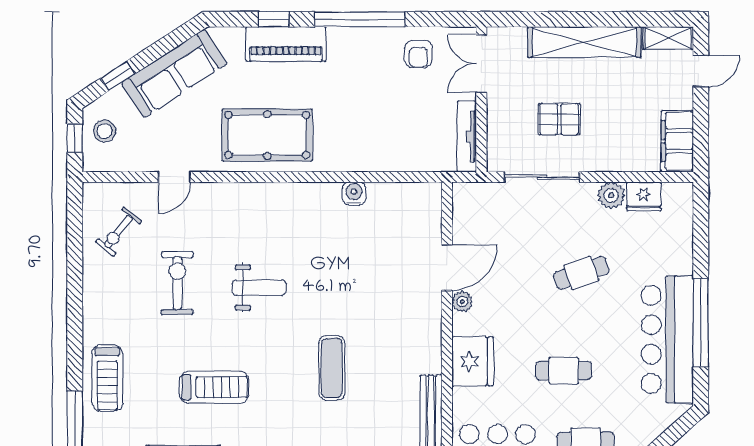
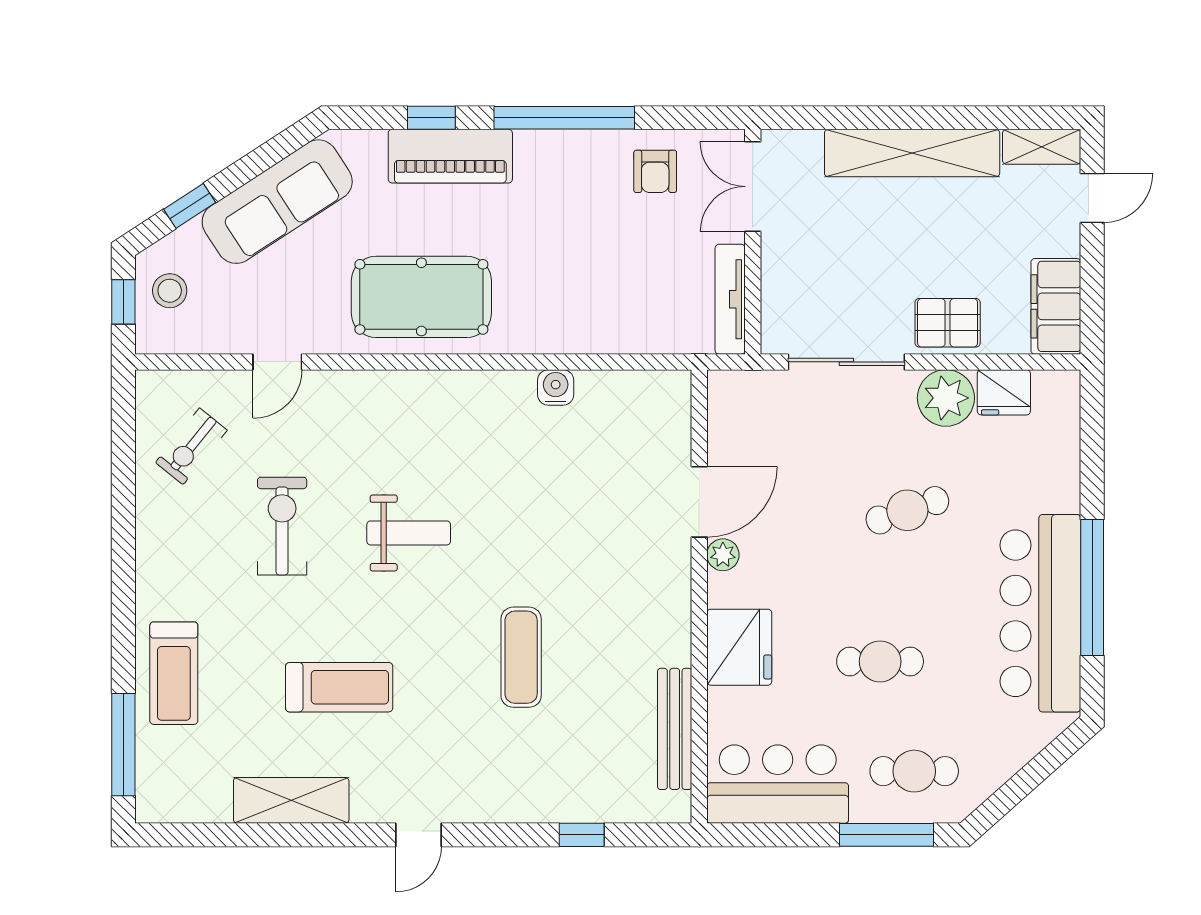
pallet: (559, 119) -> (948, 323), moved
plant: (611, 195) -> (946, 398), width x1.36, depth x1.36

